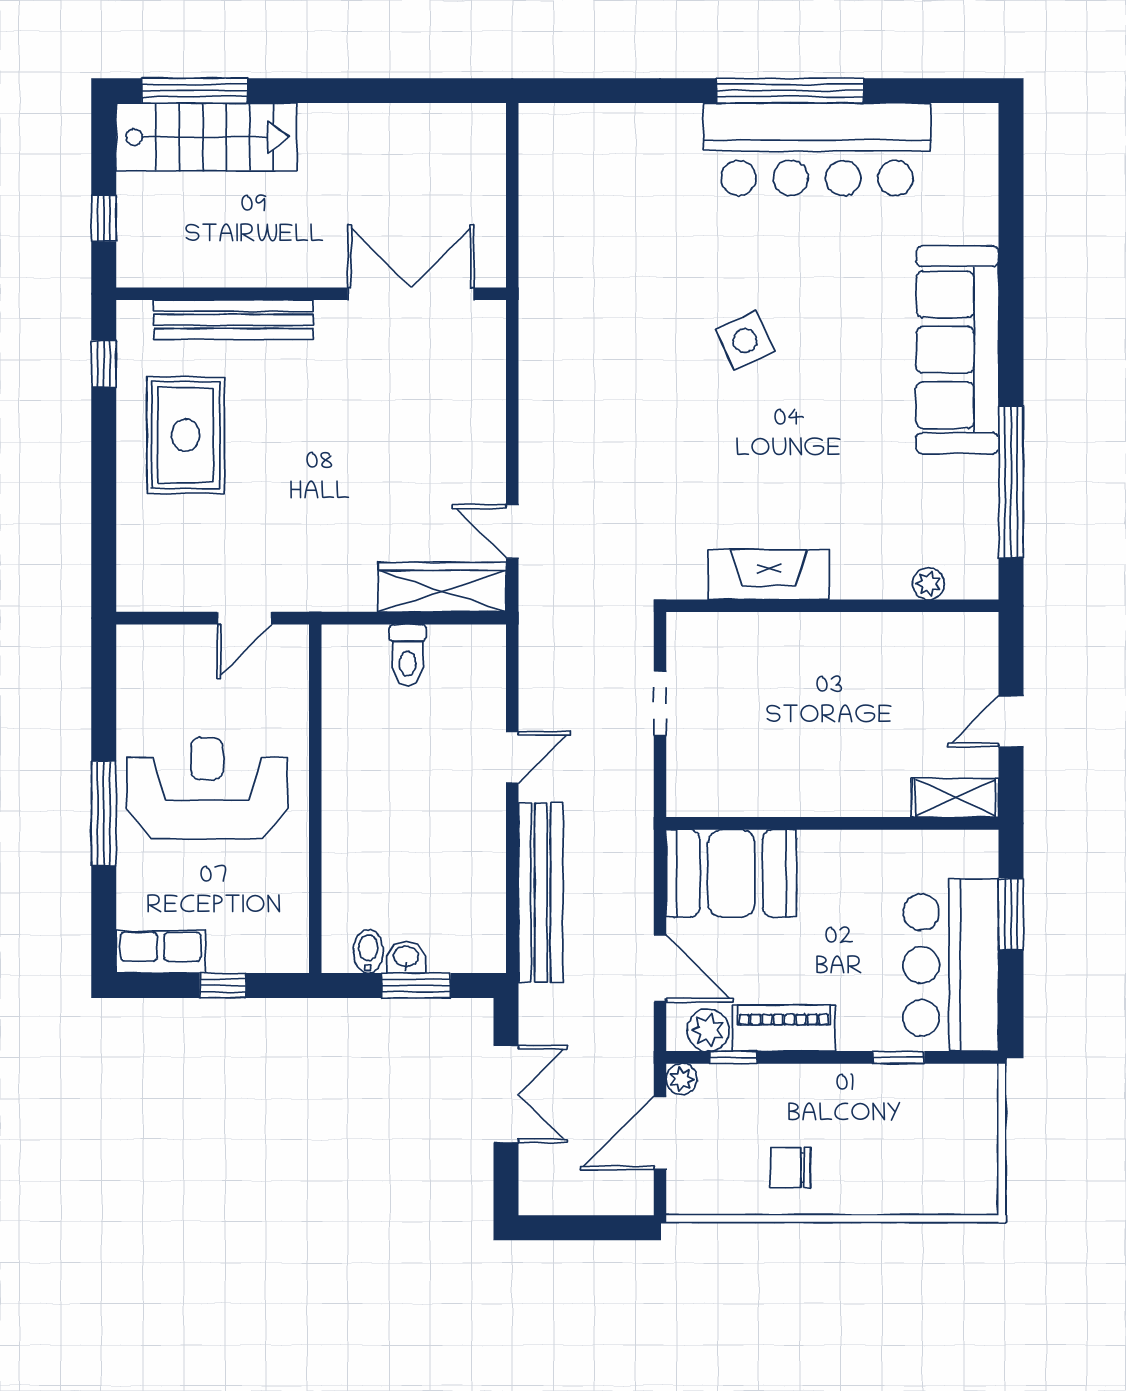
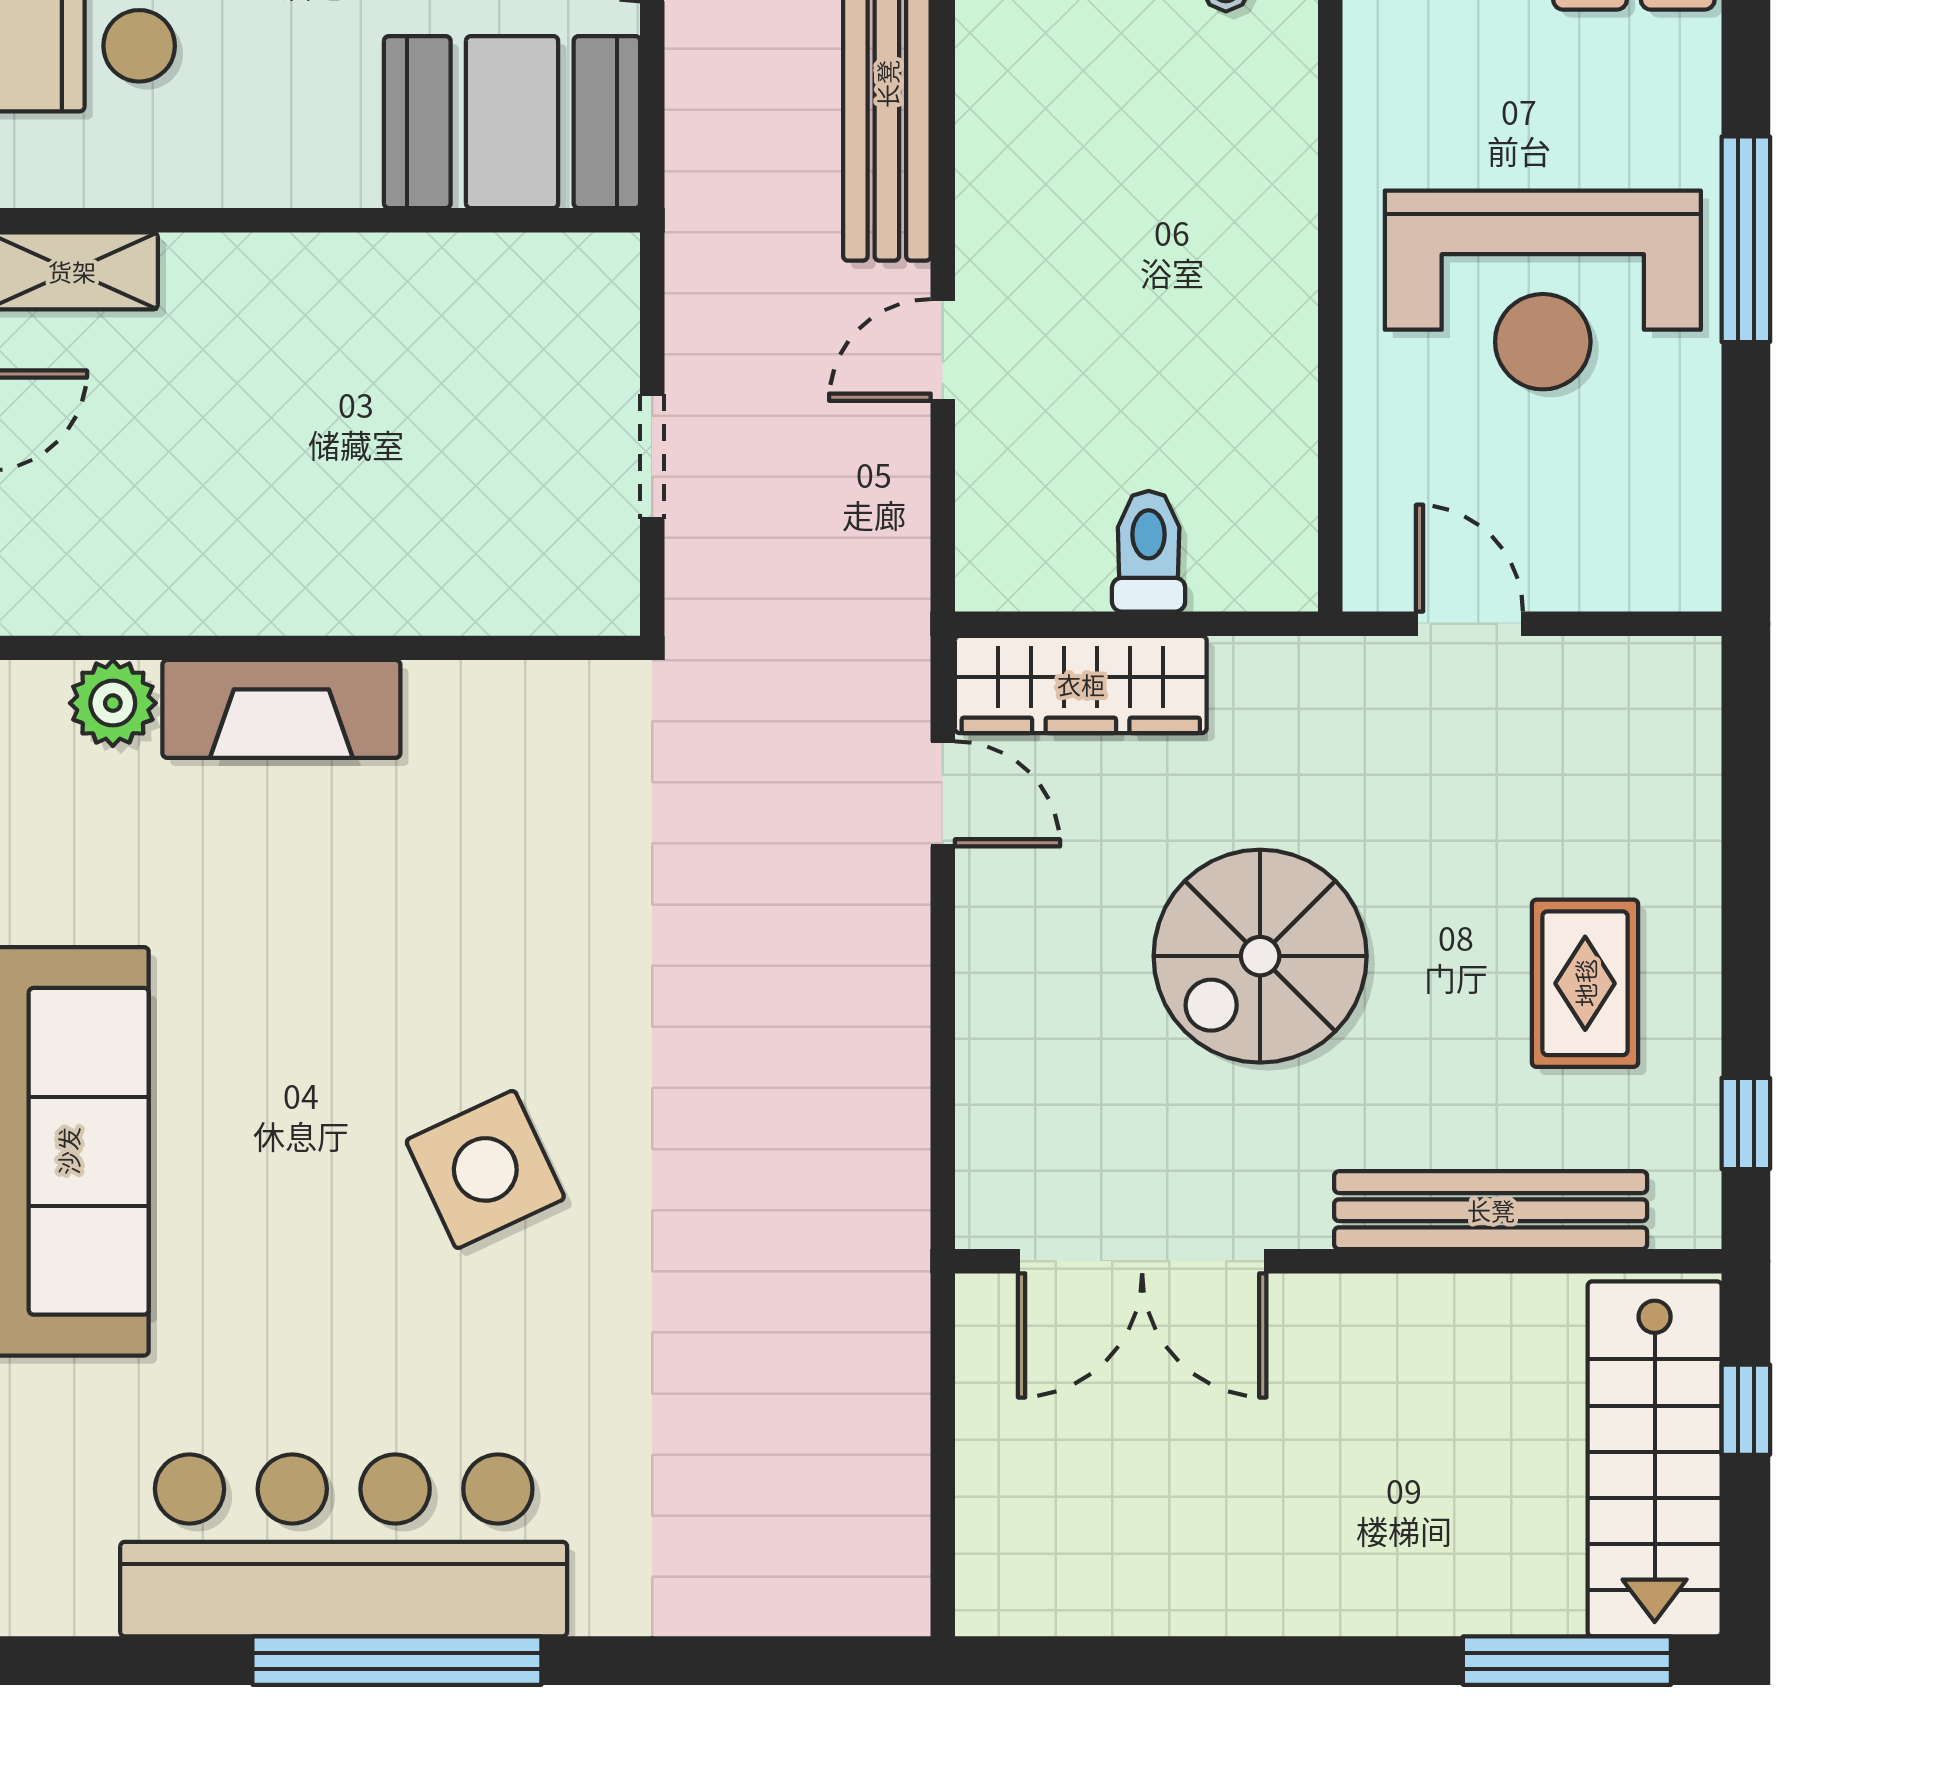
stairs: (206, 137) -> (1655, 1459), moved, turned -90
side table: (745, 340) -> (485, 1169), width x1.37, depth x1.37
rug: (186, 435) -> (1585, 983), width x0.73, depth x0.70
spiral stairs: (351, 449) -> (1260, 956), added
fireplace: (769, 575) -> (281, 709), moved
plant: (928, 584) -> (113, 703), width x1.38, depth x1.38
door: (244, 618) -> (1469, 624), hinge flipped

